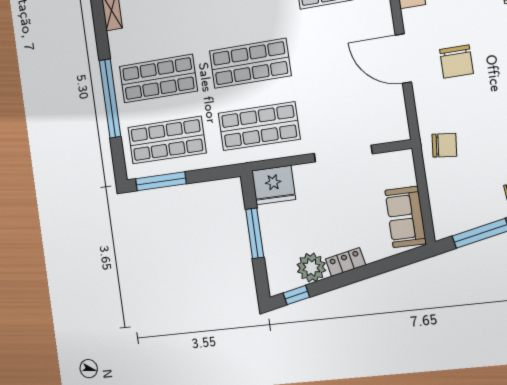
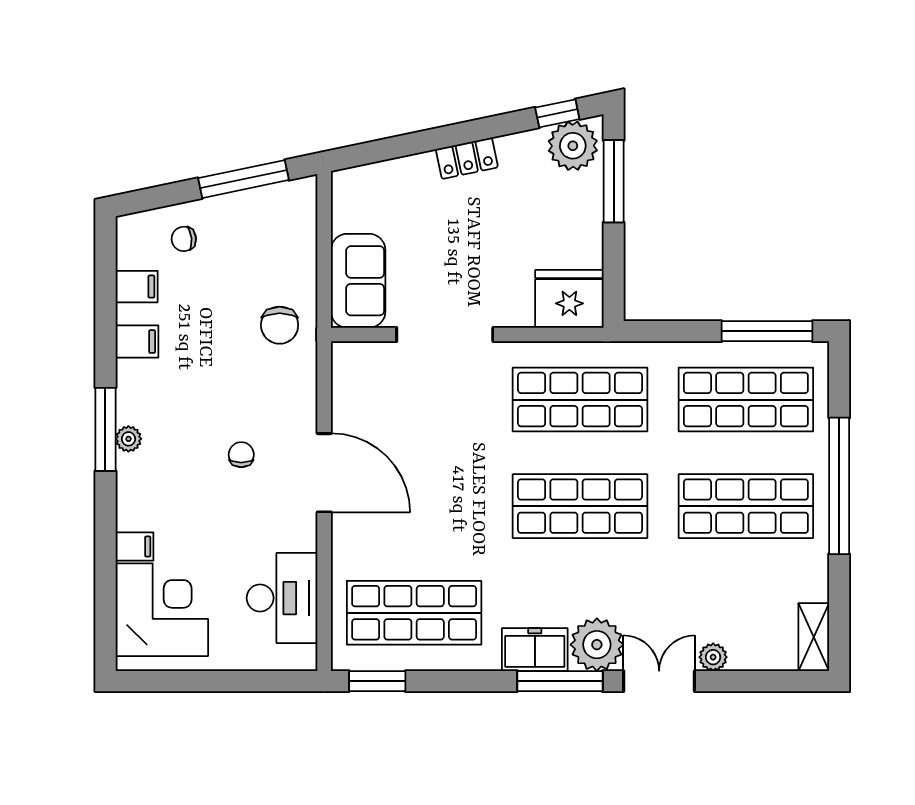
chair: (456, 61) -> (241, 455), width x0.54, depth x0.54
chair: (444, 145) -> (280, 325), turned -96
sofa: (406, 217) -> (358, 281), moved
window: (255, 233) -> (614, 181), moved
plant: (311, 268) -> (573, 146), moved

